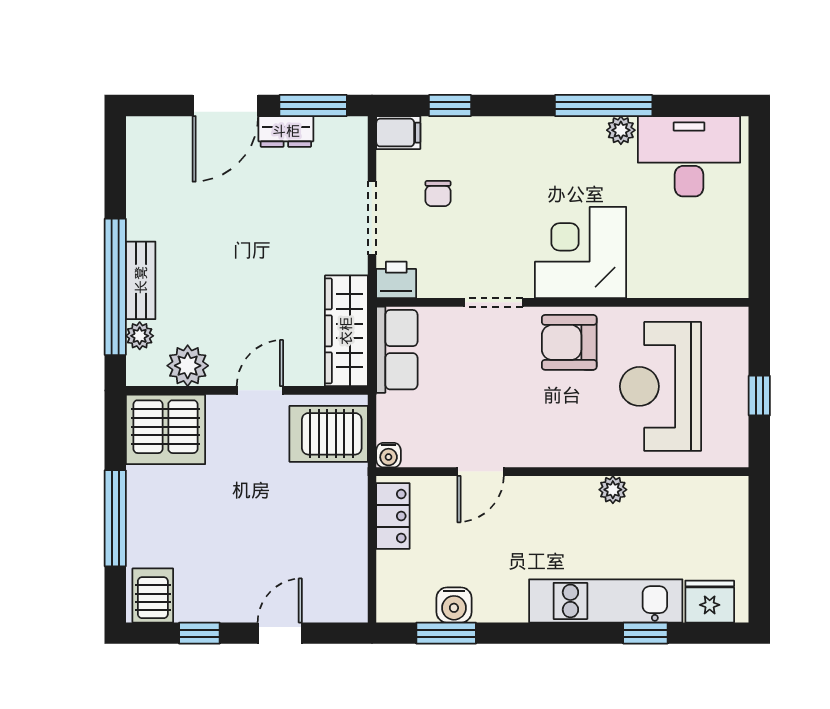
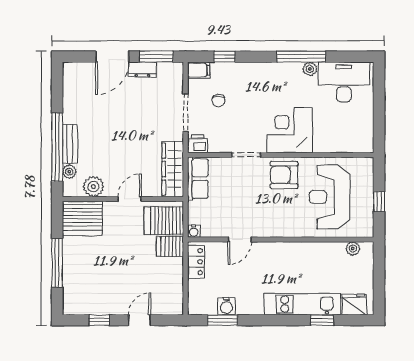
plant: (613, 490) -> (353, 249), moved
server rack: (153, 595) -> (170, 246), moved, turned -90

